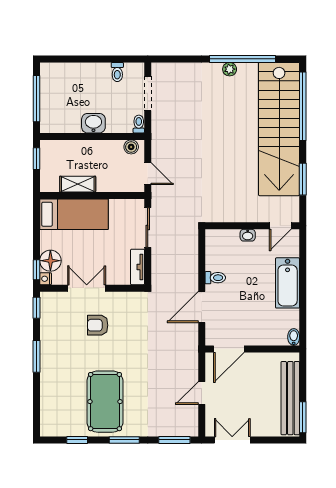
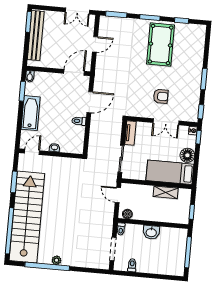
floor lamp: (50, 261) -> (187, 155), moved
window: (303, 314) -> (22, 91), added

